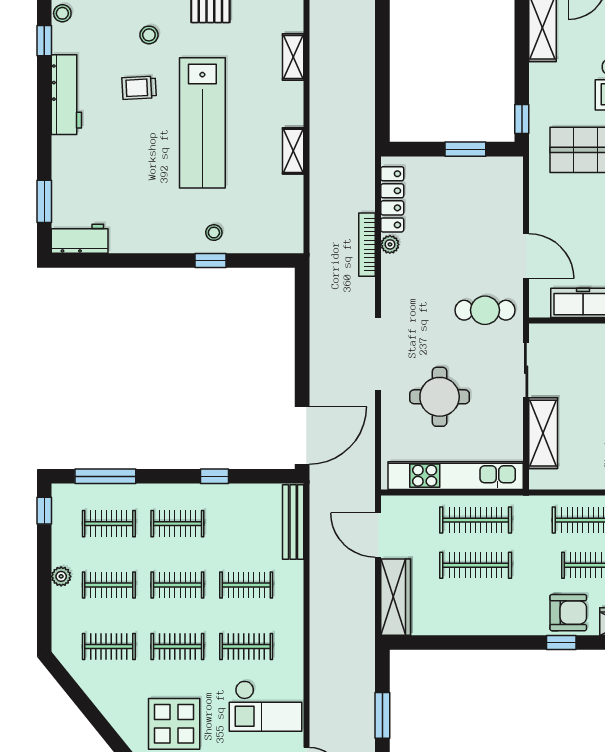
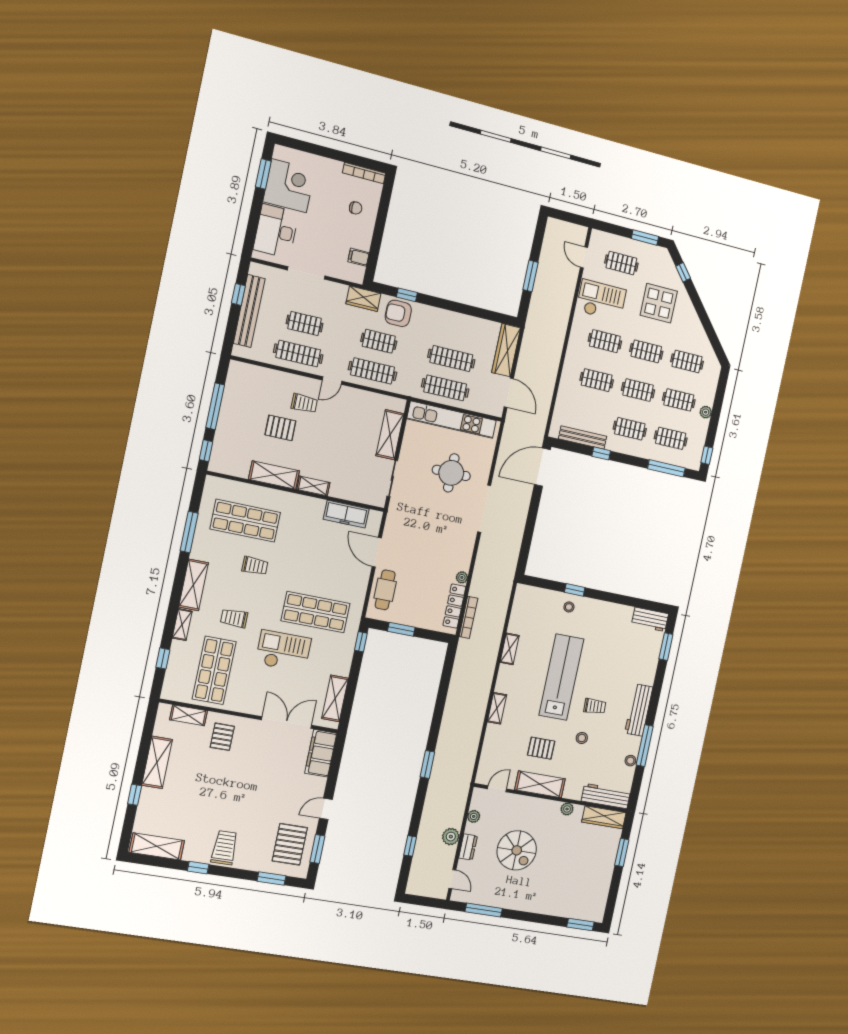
window: (44, 41) -> (645, 746), width x2.17
bookcase: (367, 245) -> (468, 617), moved
cafe table: (485, 310) -> (385, 590), moved, turned 90
bench: (293, 522) -> (583, 437), moved, turned 90

